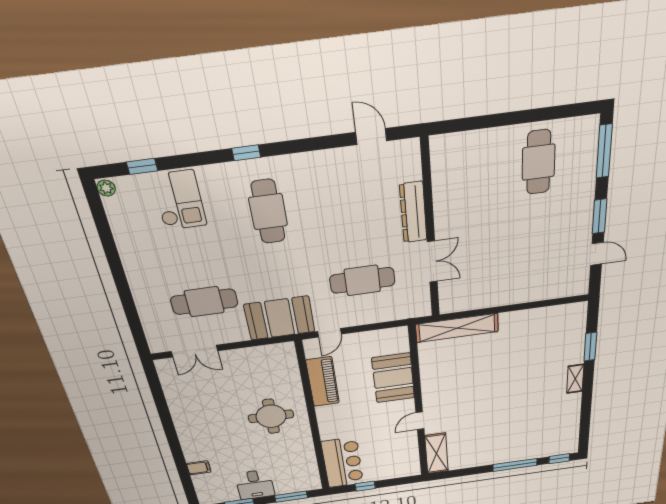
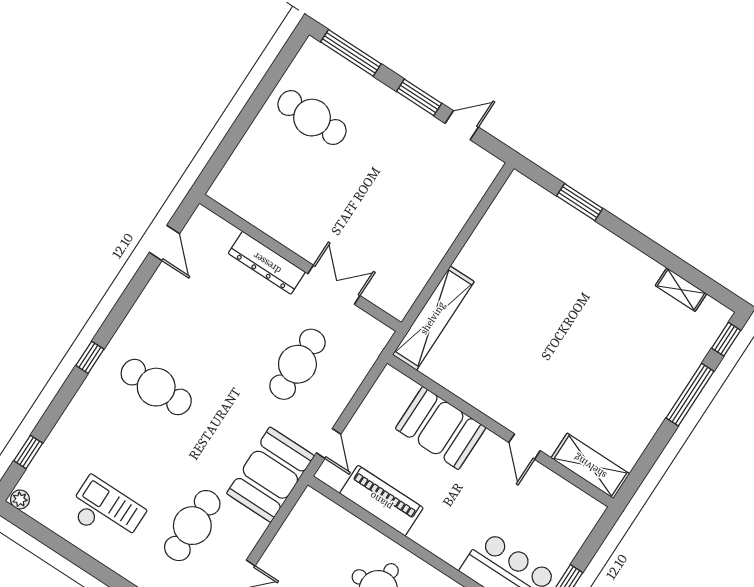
door: (371, 137) -> (164, 243), swing flipped
checkout: (179, 200) -> (106, 512), moved
shelving: (575, 379) -> (681, 290), moved

